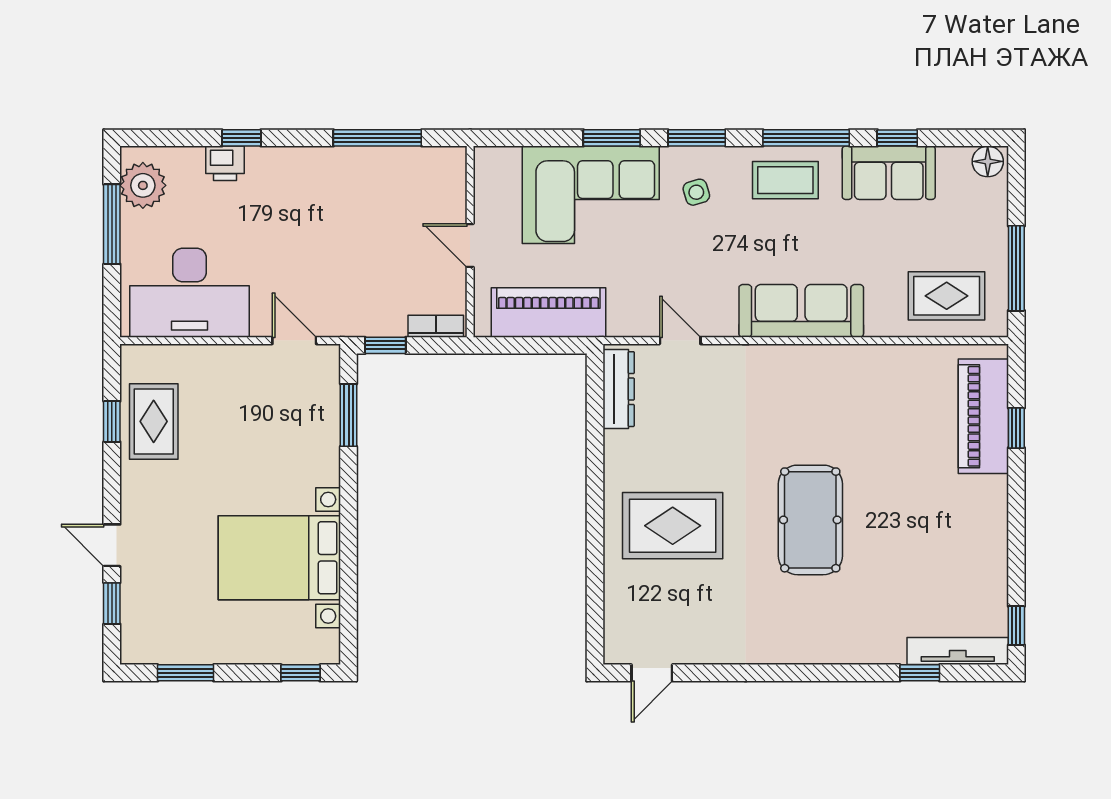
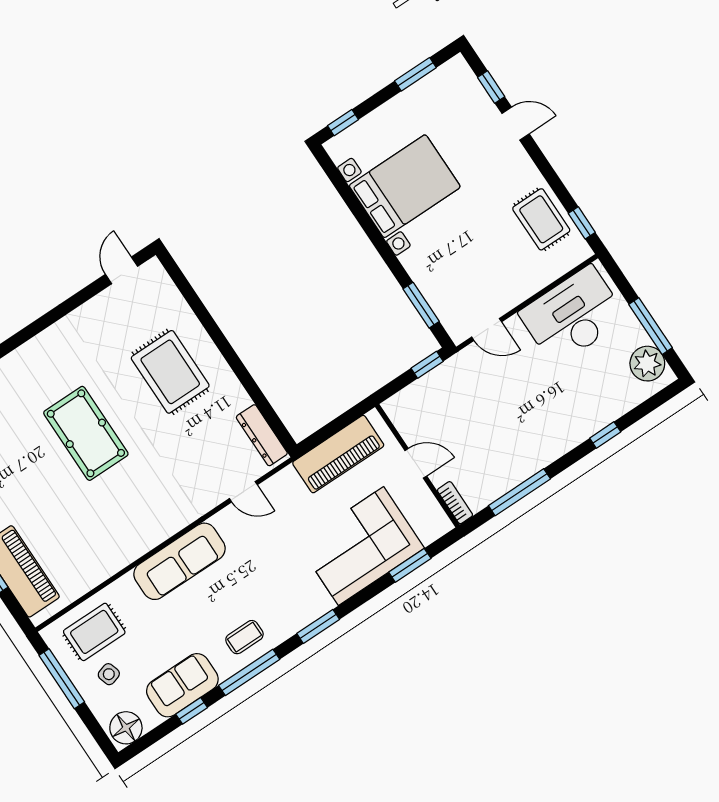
window: (612, 138) -> (410, 565), moved
floor lamp: (988, 161) -> (126, 728), width x1.38, depth x1.38
printer: (225, 163) -> (605, 412), removed
coffee table: (785, 180) -> (244, 637), width x0.73, depth x0.77
side table: (696, 192) -> (109, 674), moved
bookcase: (436, 326) -> (455, 503), moved, turned -90
window: (112, 421) -> (582, 223), moved
rug: (673, 526) -> (170, 372), turned 90

